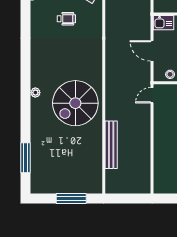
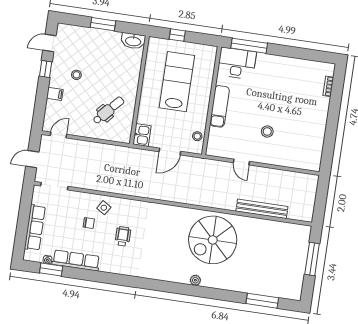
door: (152, 95) -> (241, 162), moved
spiral stairs: (75, 103) -> (213, 240), turned 90

